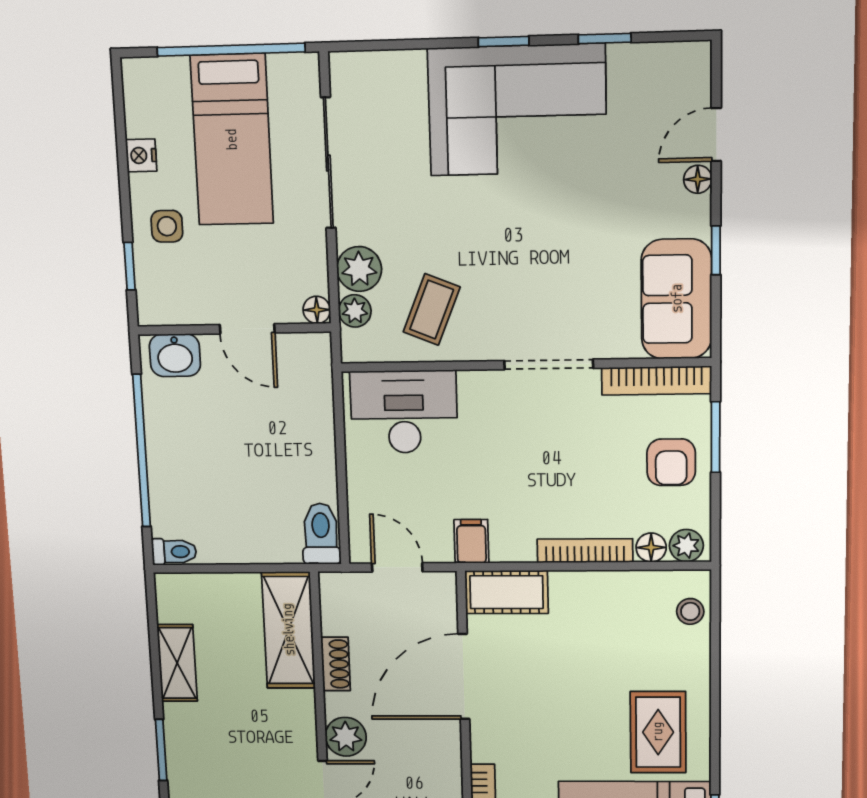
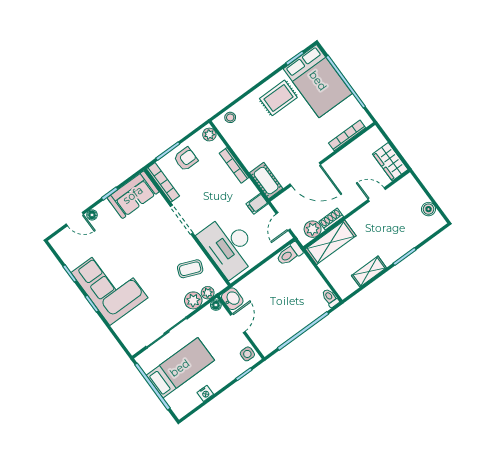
side table: (167, 226) -> (247, 354), moved
washbasin: (175, 355) -> (232, 299), moved
desk: (404, 412) -> (229, 246), width x1.36, depth x1.30
floor lamp: (651, 547) -> (218, 145), removed
plant: (346, 737) -> (313, 229), moved

